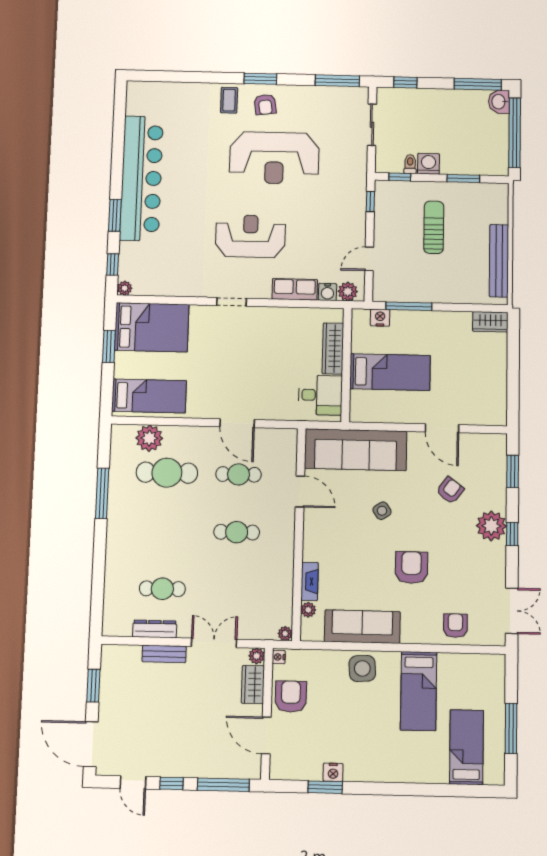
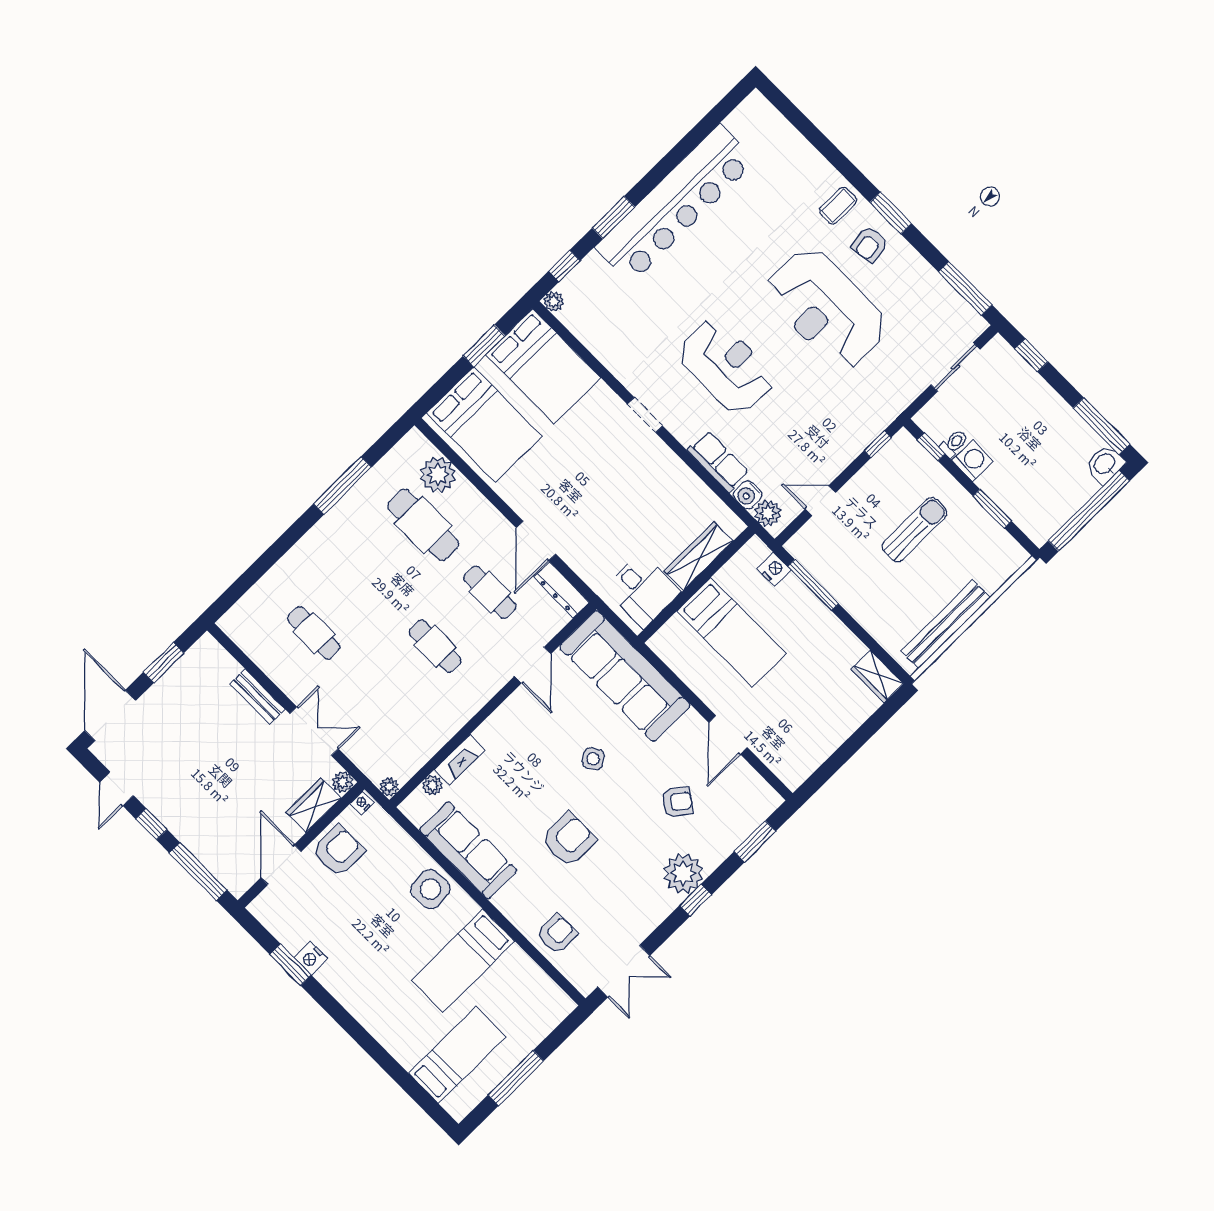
bed: (149, 396) -> (484, 425), width x1.50
dresser: (155, 629) -> (561, 590), moved, turned 180

